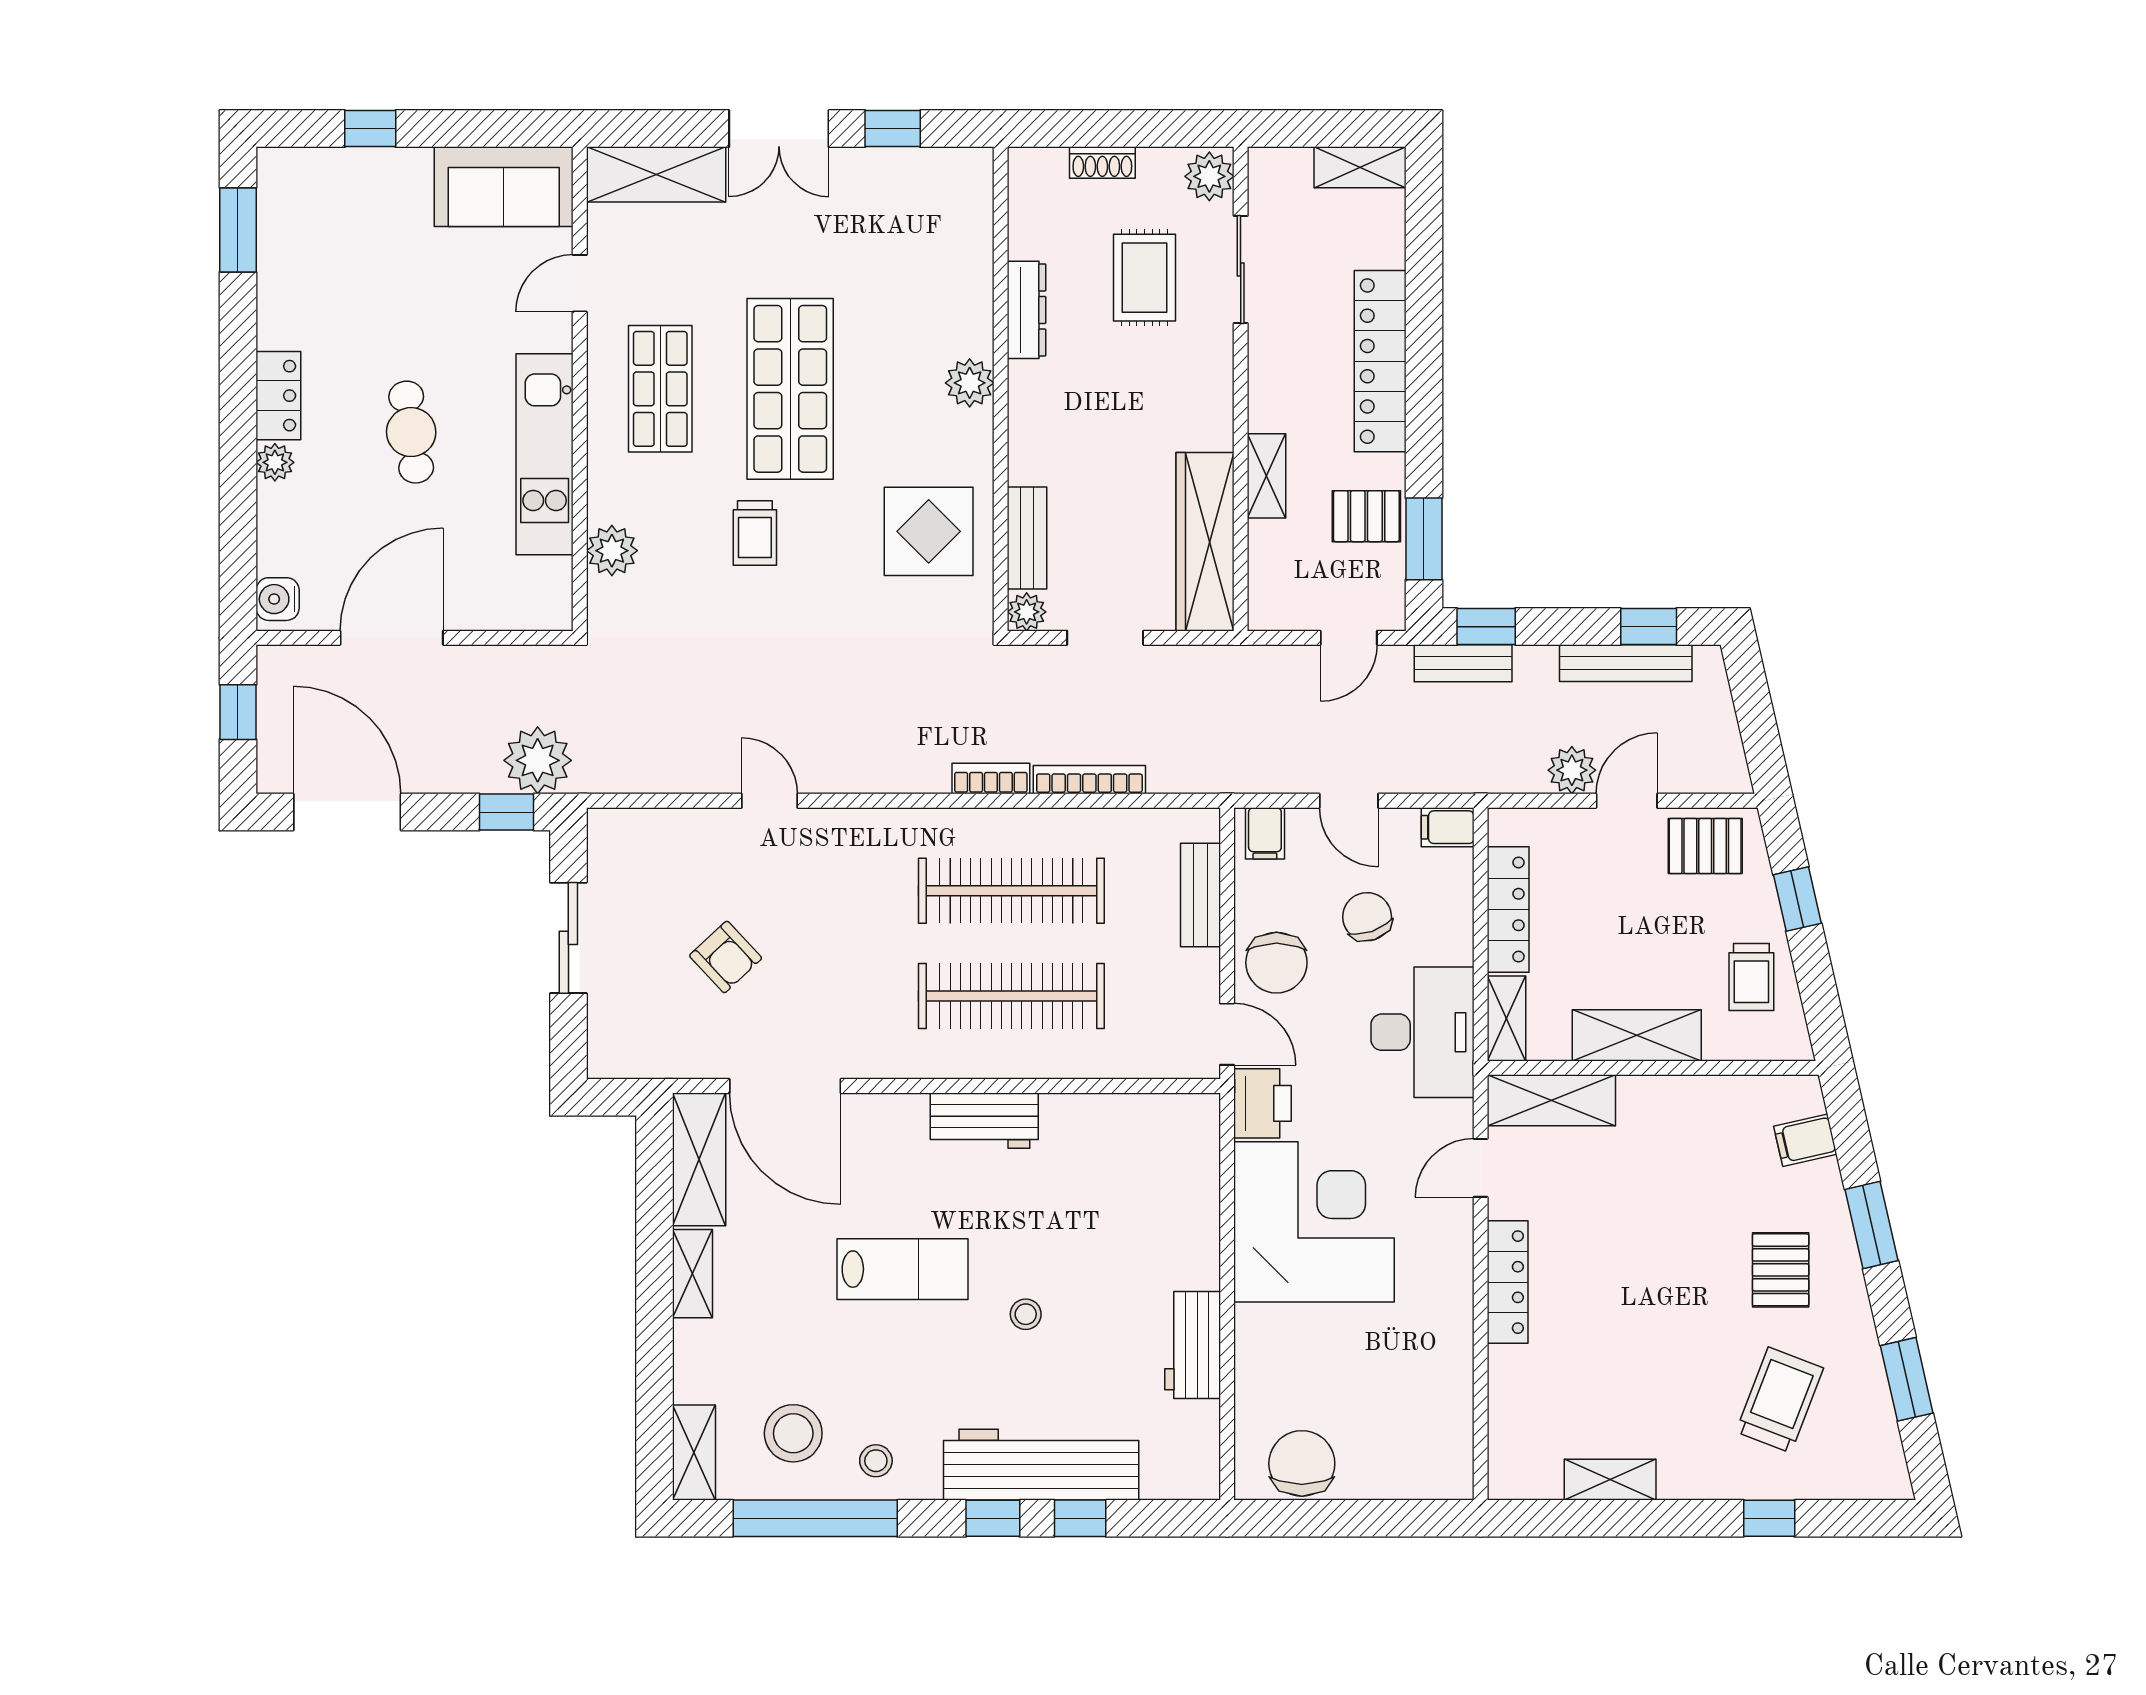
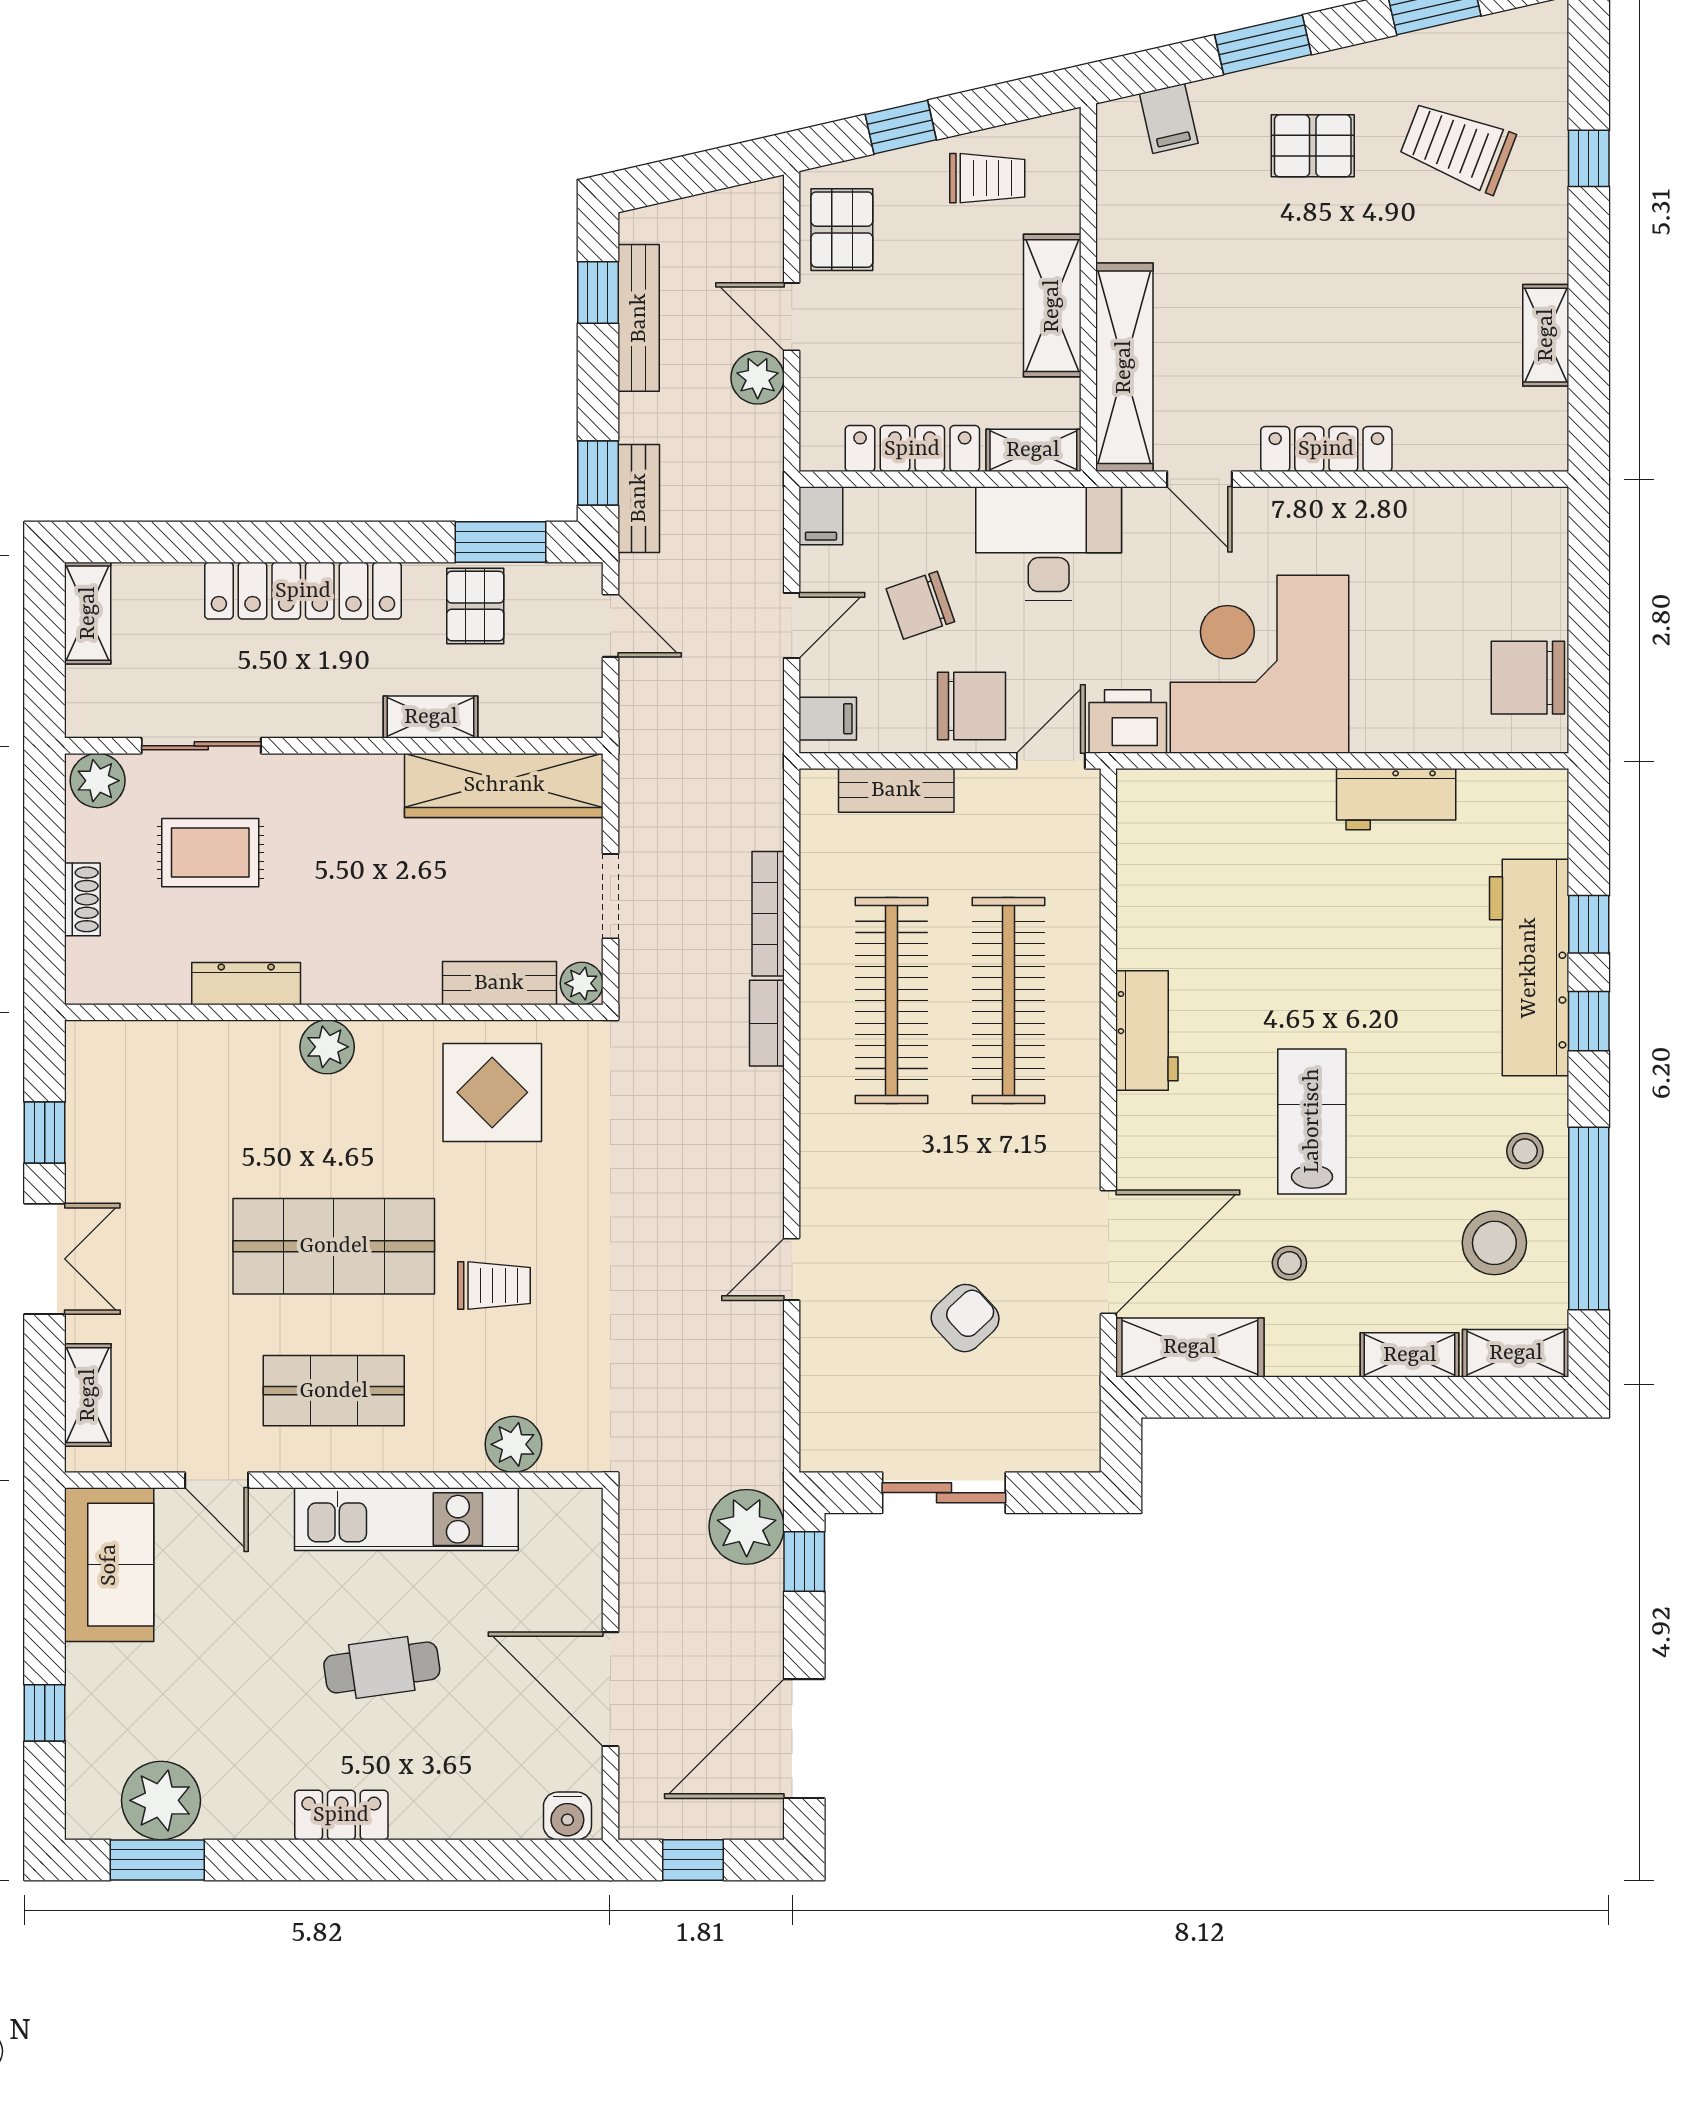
shelving: (656, 174) -> (88, 1395), width x0.67, depth x0.75
plant: (275, 462) -> (161, 1800), moved, width x1.87, depth x1.87
shelving: (1551, 1100) -> (1124, 367), width x1.47
shelving: (692, 1274) -> (1410, 1355), moved
stool: (1026, 1314) -> (1289, 1263), moved

